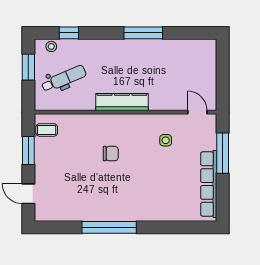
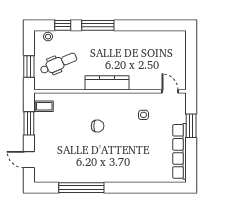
window: (143, 33) -> (98, 25), moved
window: (28, 67) -> (29, 67), moved
window: (223, 153) -> (191, 126), width x0.69
window: (109, 227) -> (81, 188), moved

